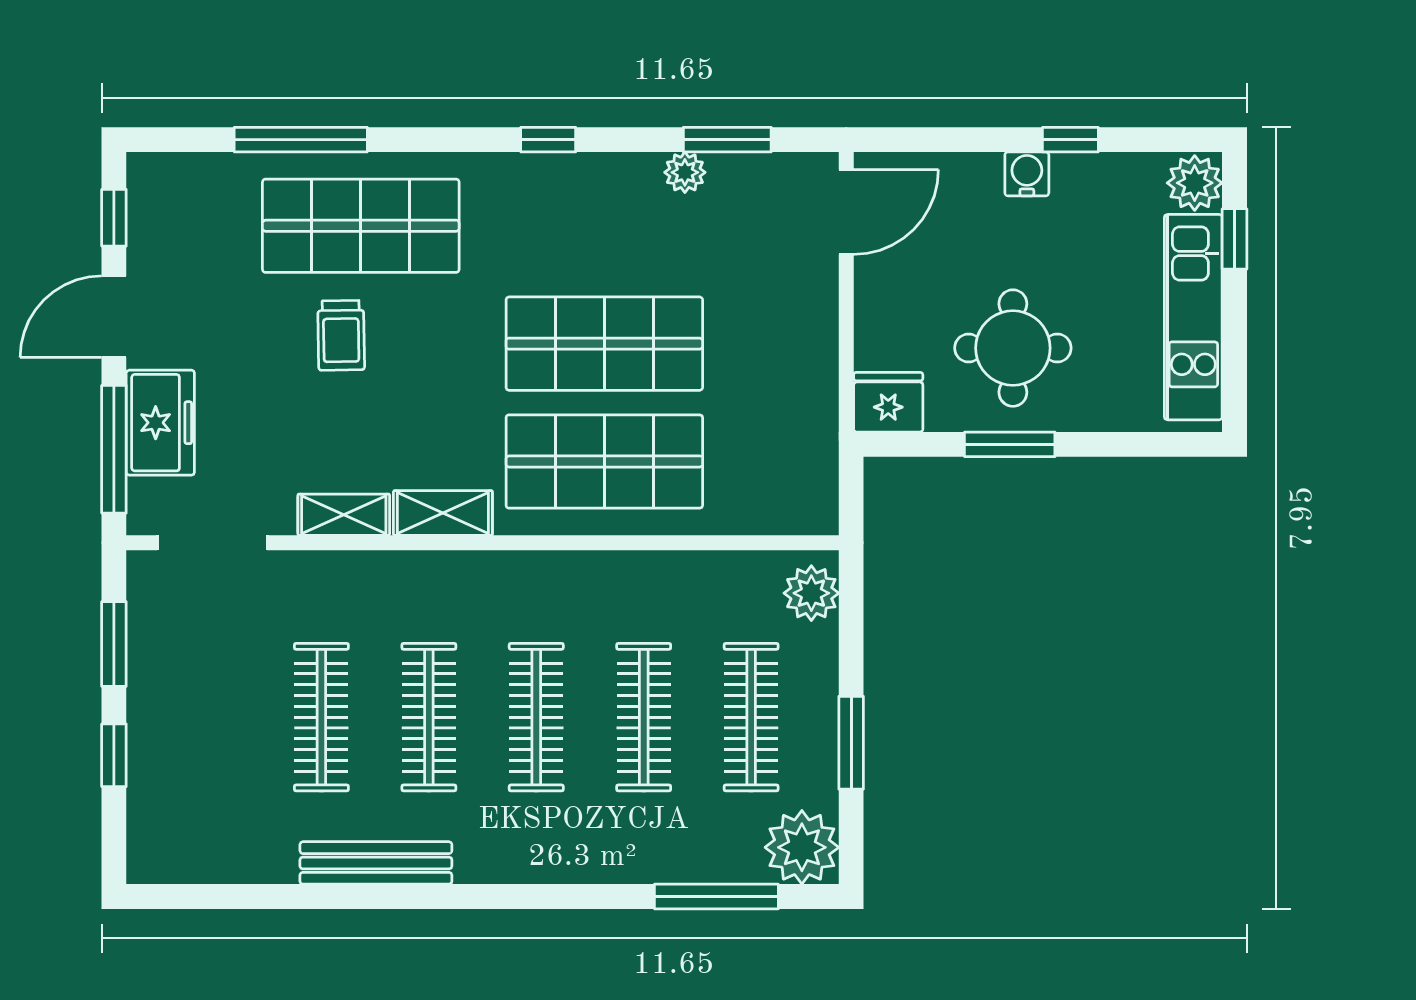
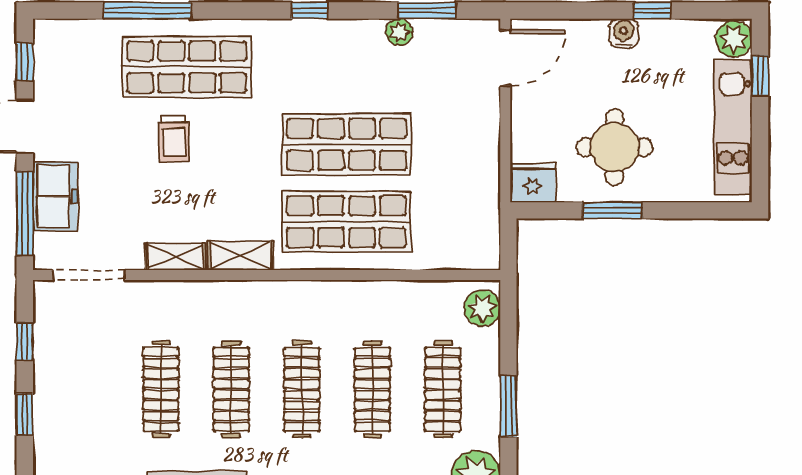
window: (114, 644) -> (25, 341), width x0.67

